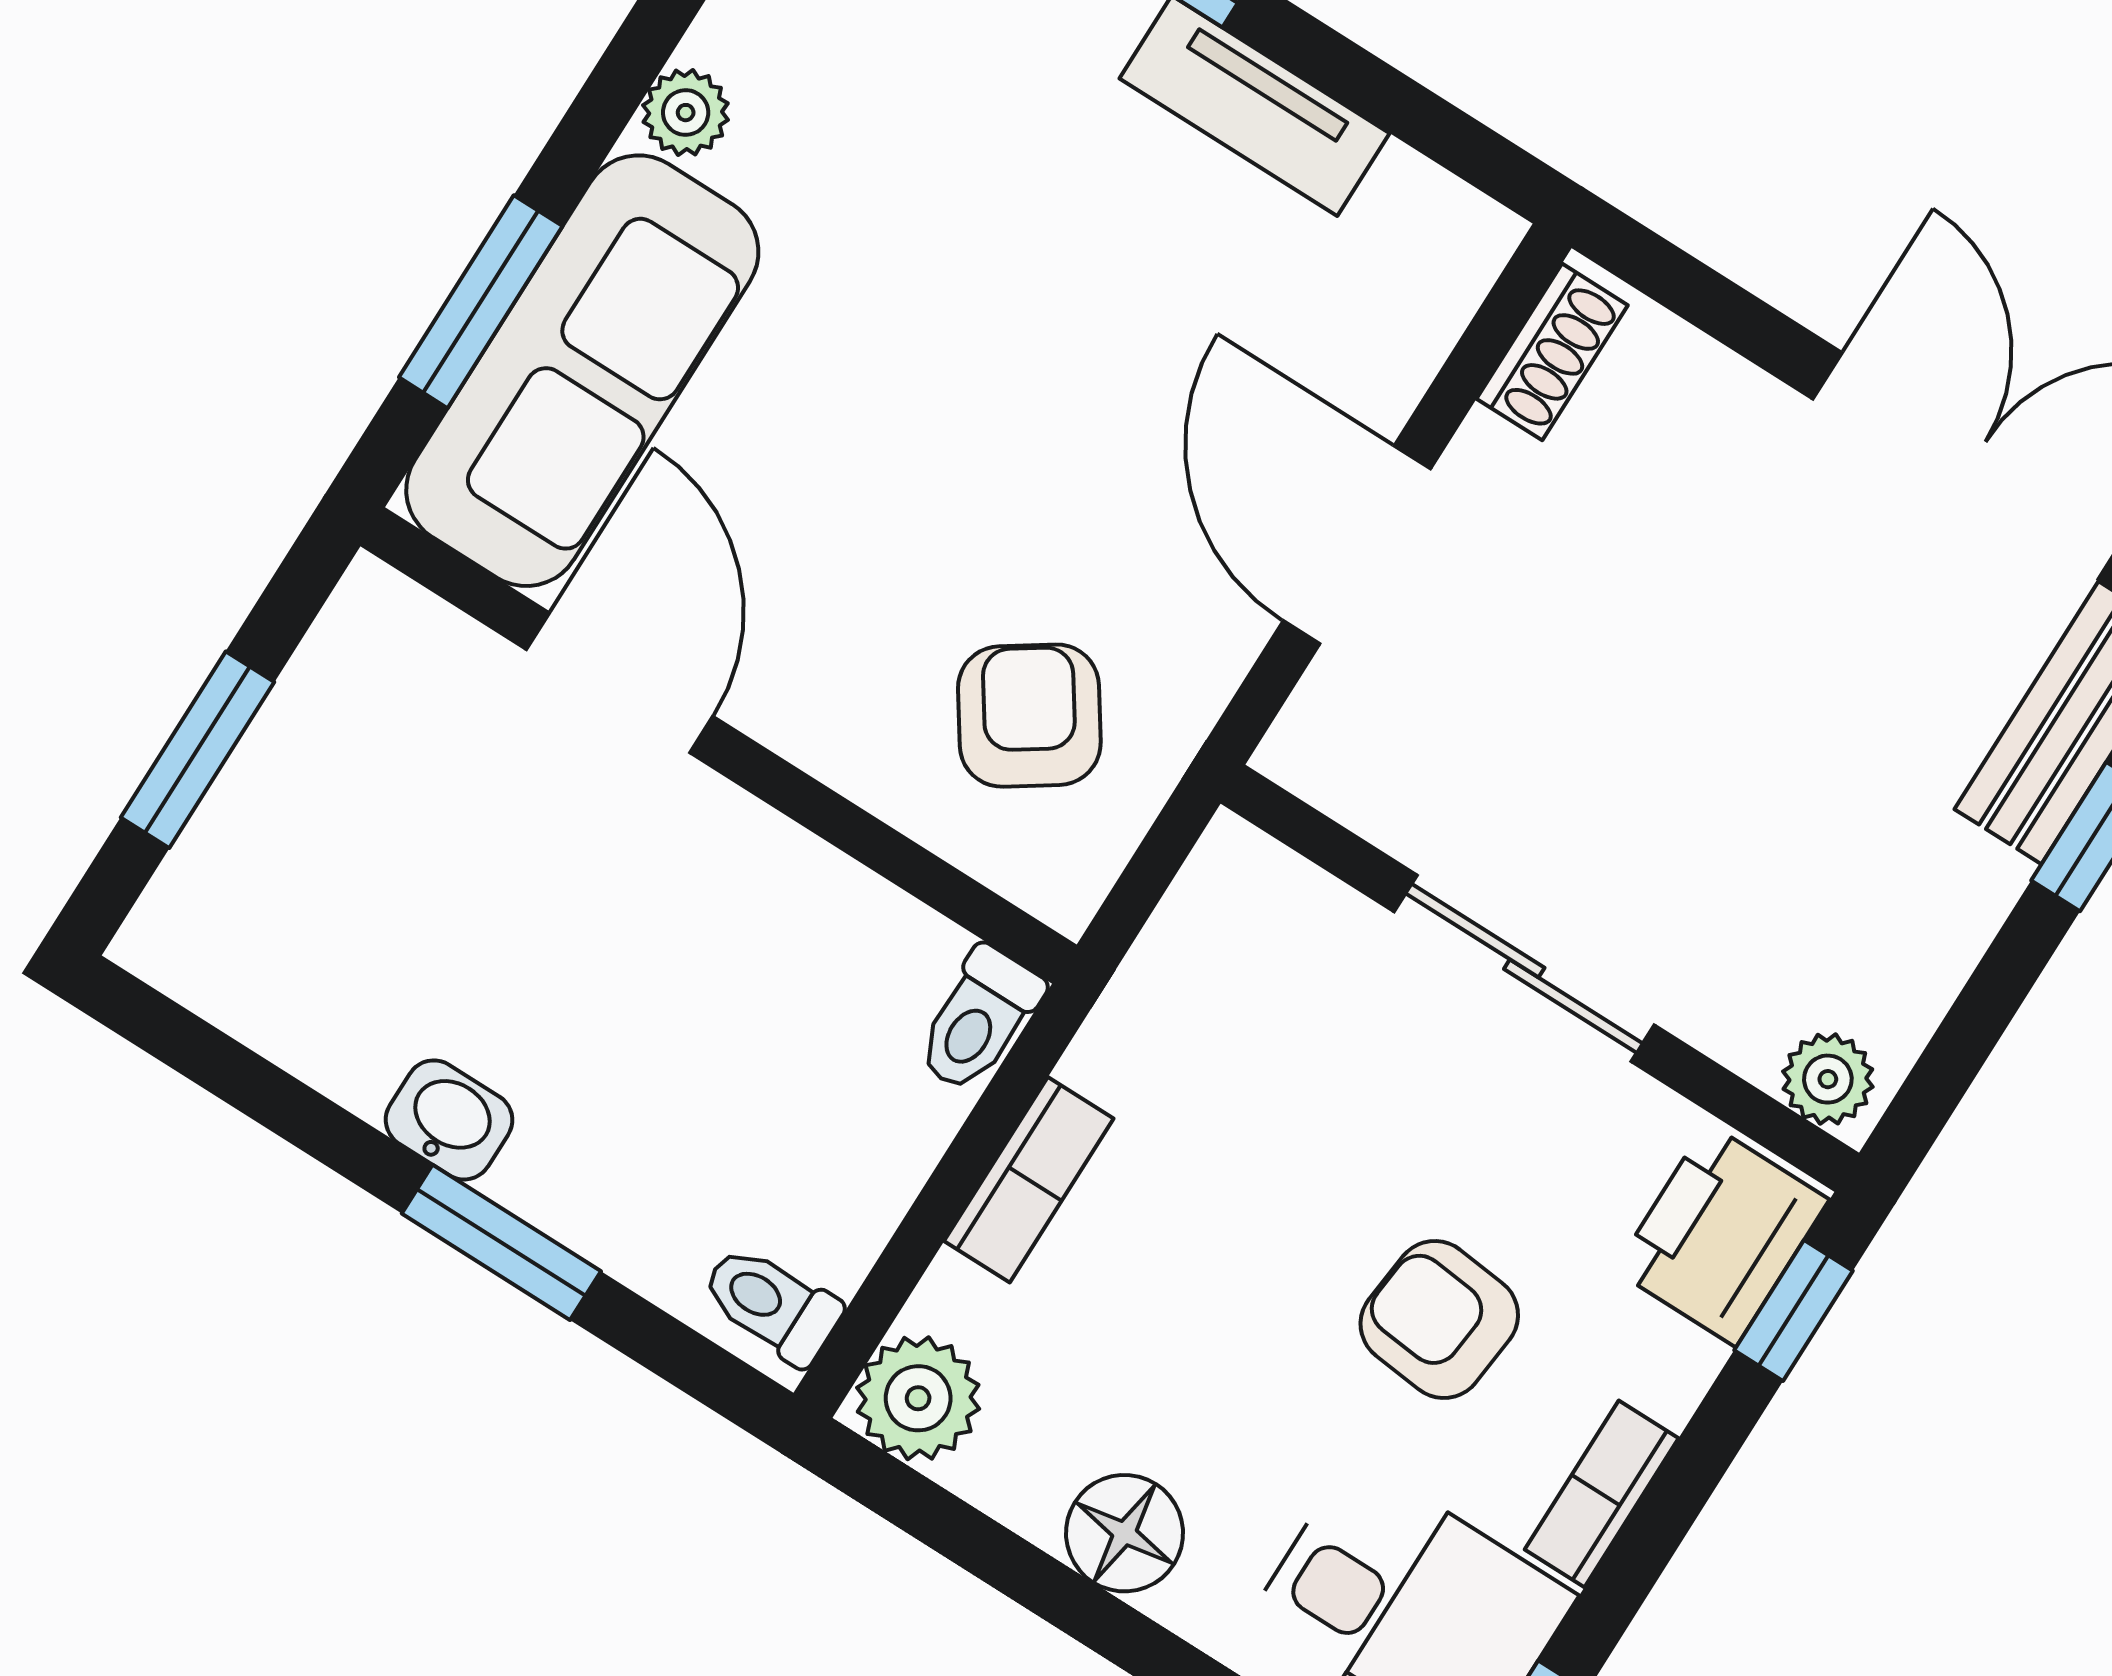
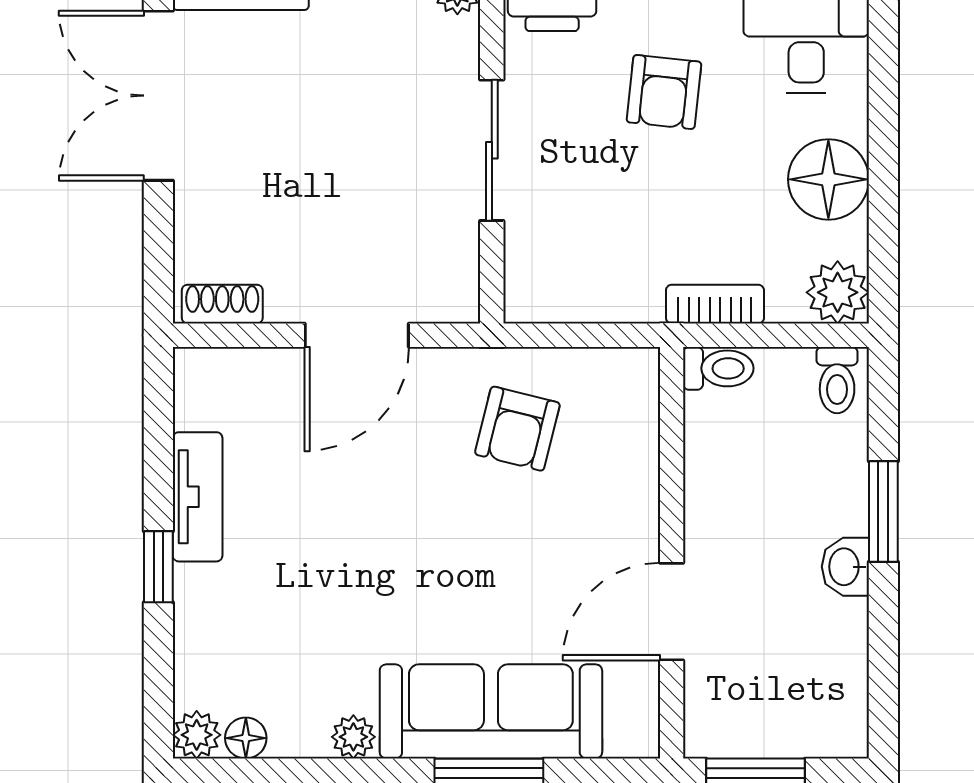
door: (620, 683) -> (672, 612), moved
armchair: (1029, 716) -> (517, 429), turned -42
wall: (719, 745) -> (672, 553), moved
toilet: (979, 1020) -> (718, 368), moved
floor lamp: (1125, 1533) -> (828, 179), width x1.38, depth x1.38

